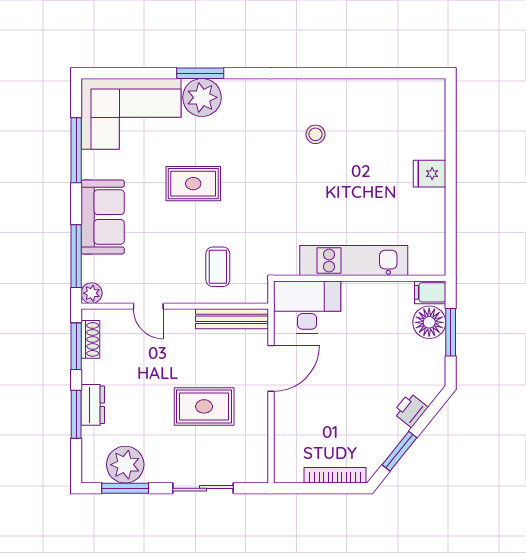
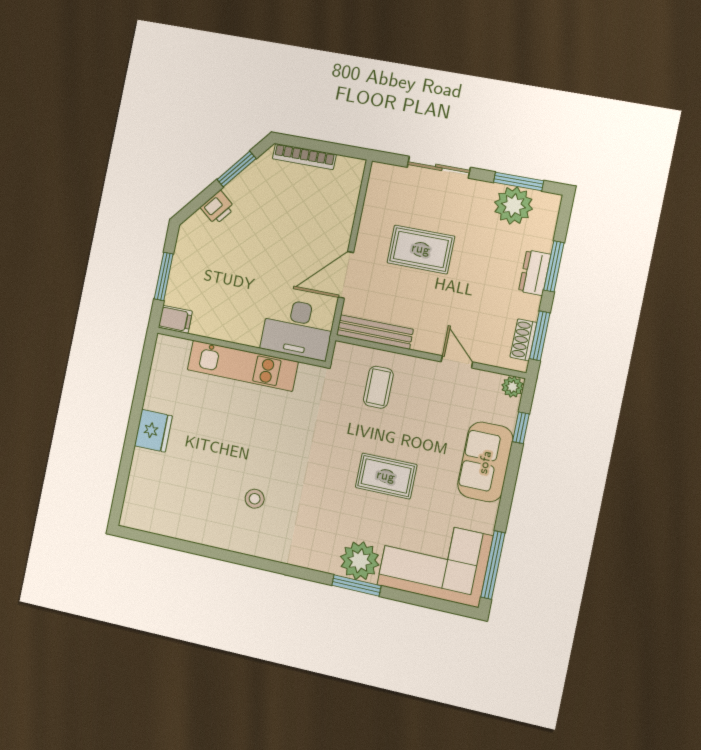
window: (76, 150) -> (493, 565), moved
fridge: (429, 174) -> (153, 431), width x1.38
window: (76, 256) -> (521, 428), width x0.46
floor lamp: (429, 322) -> (182, 290), removed

